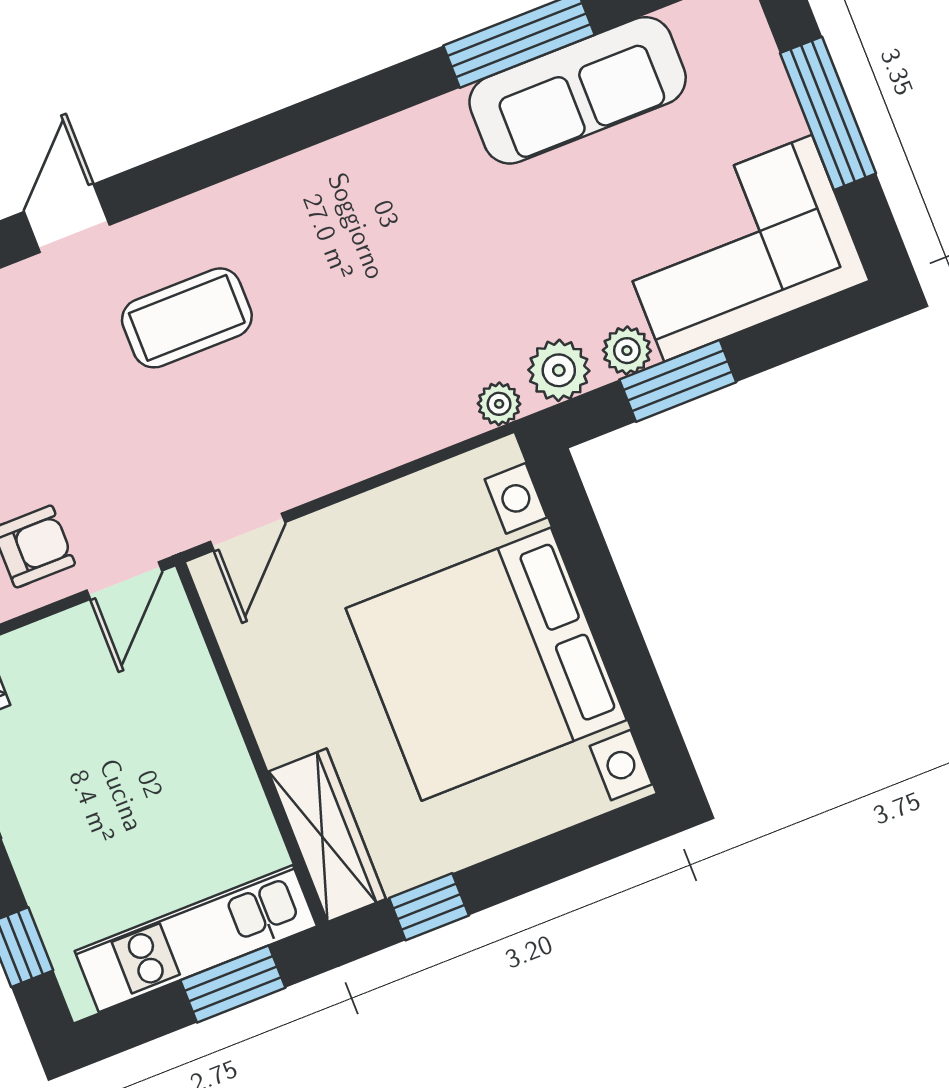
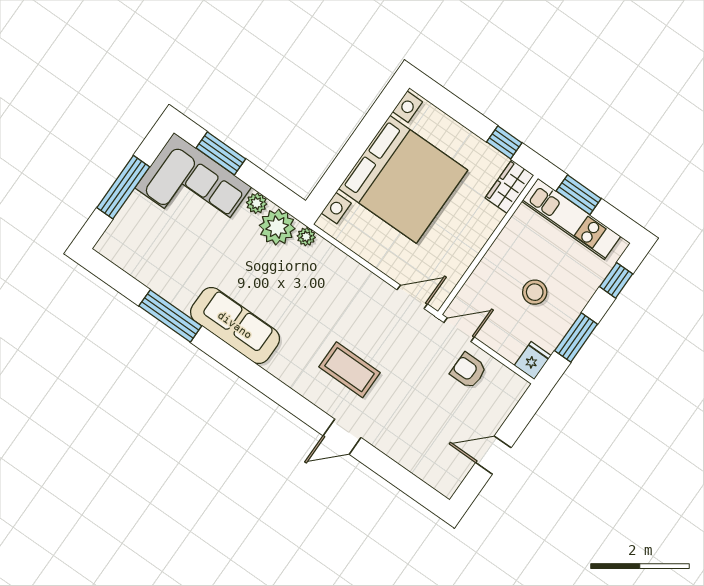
sofa: (578, 90) -> (235, 325), moved
plant: (559, 370) -> (277, 227), width x1.36, depth x1.36
window: (678, 381) -> (221, 153), moved
stool: (101, 775) -> (535, 292), added
wardrobe: (327, 835) -> (509, 187), width x0.67

